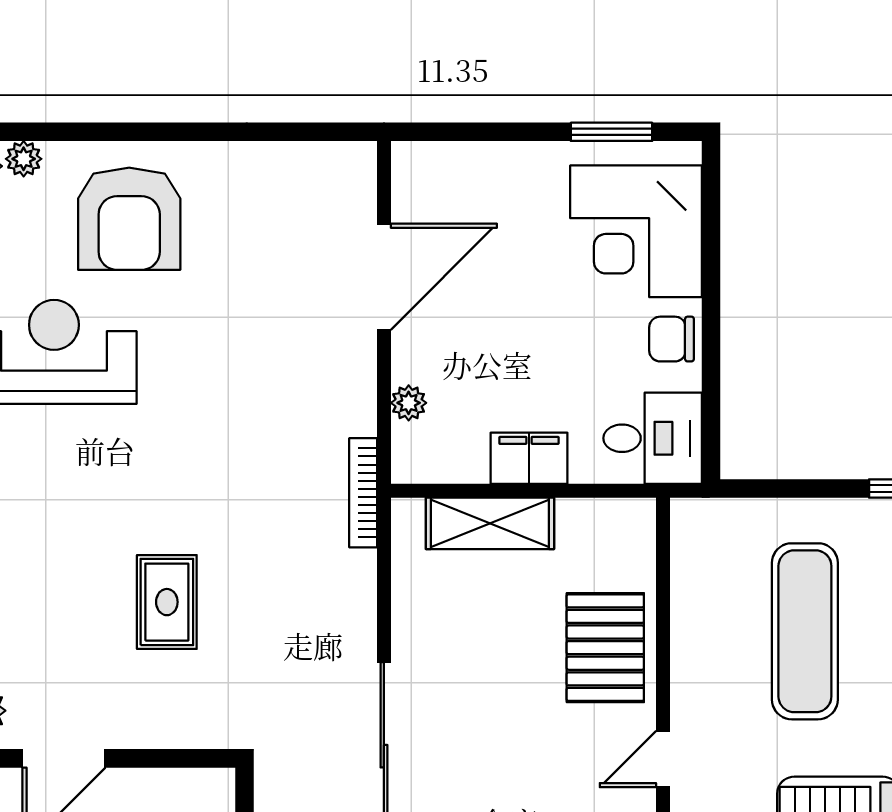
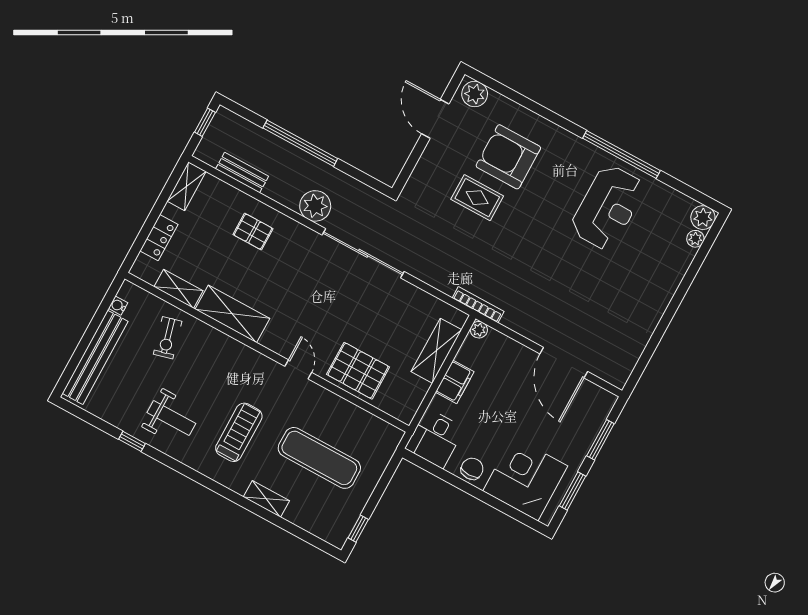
window: (489, 132) -> (600, 440), added
armchair: (129, 219) -> (508, 157), moved
plant: (409, 403) -> (479, 330), moved

